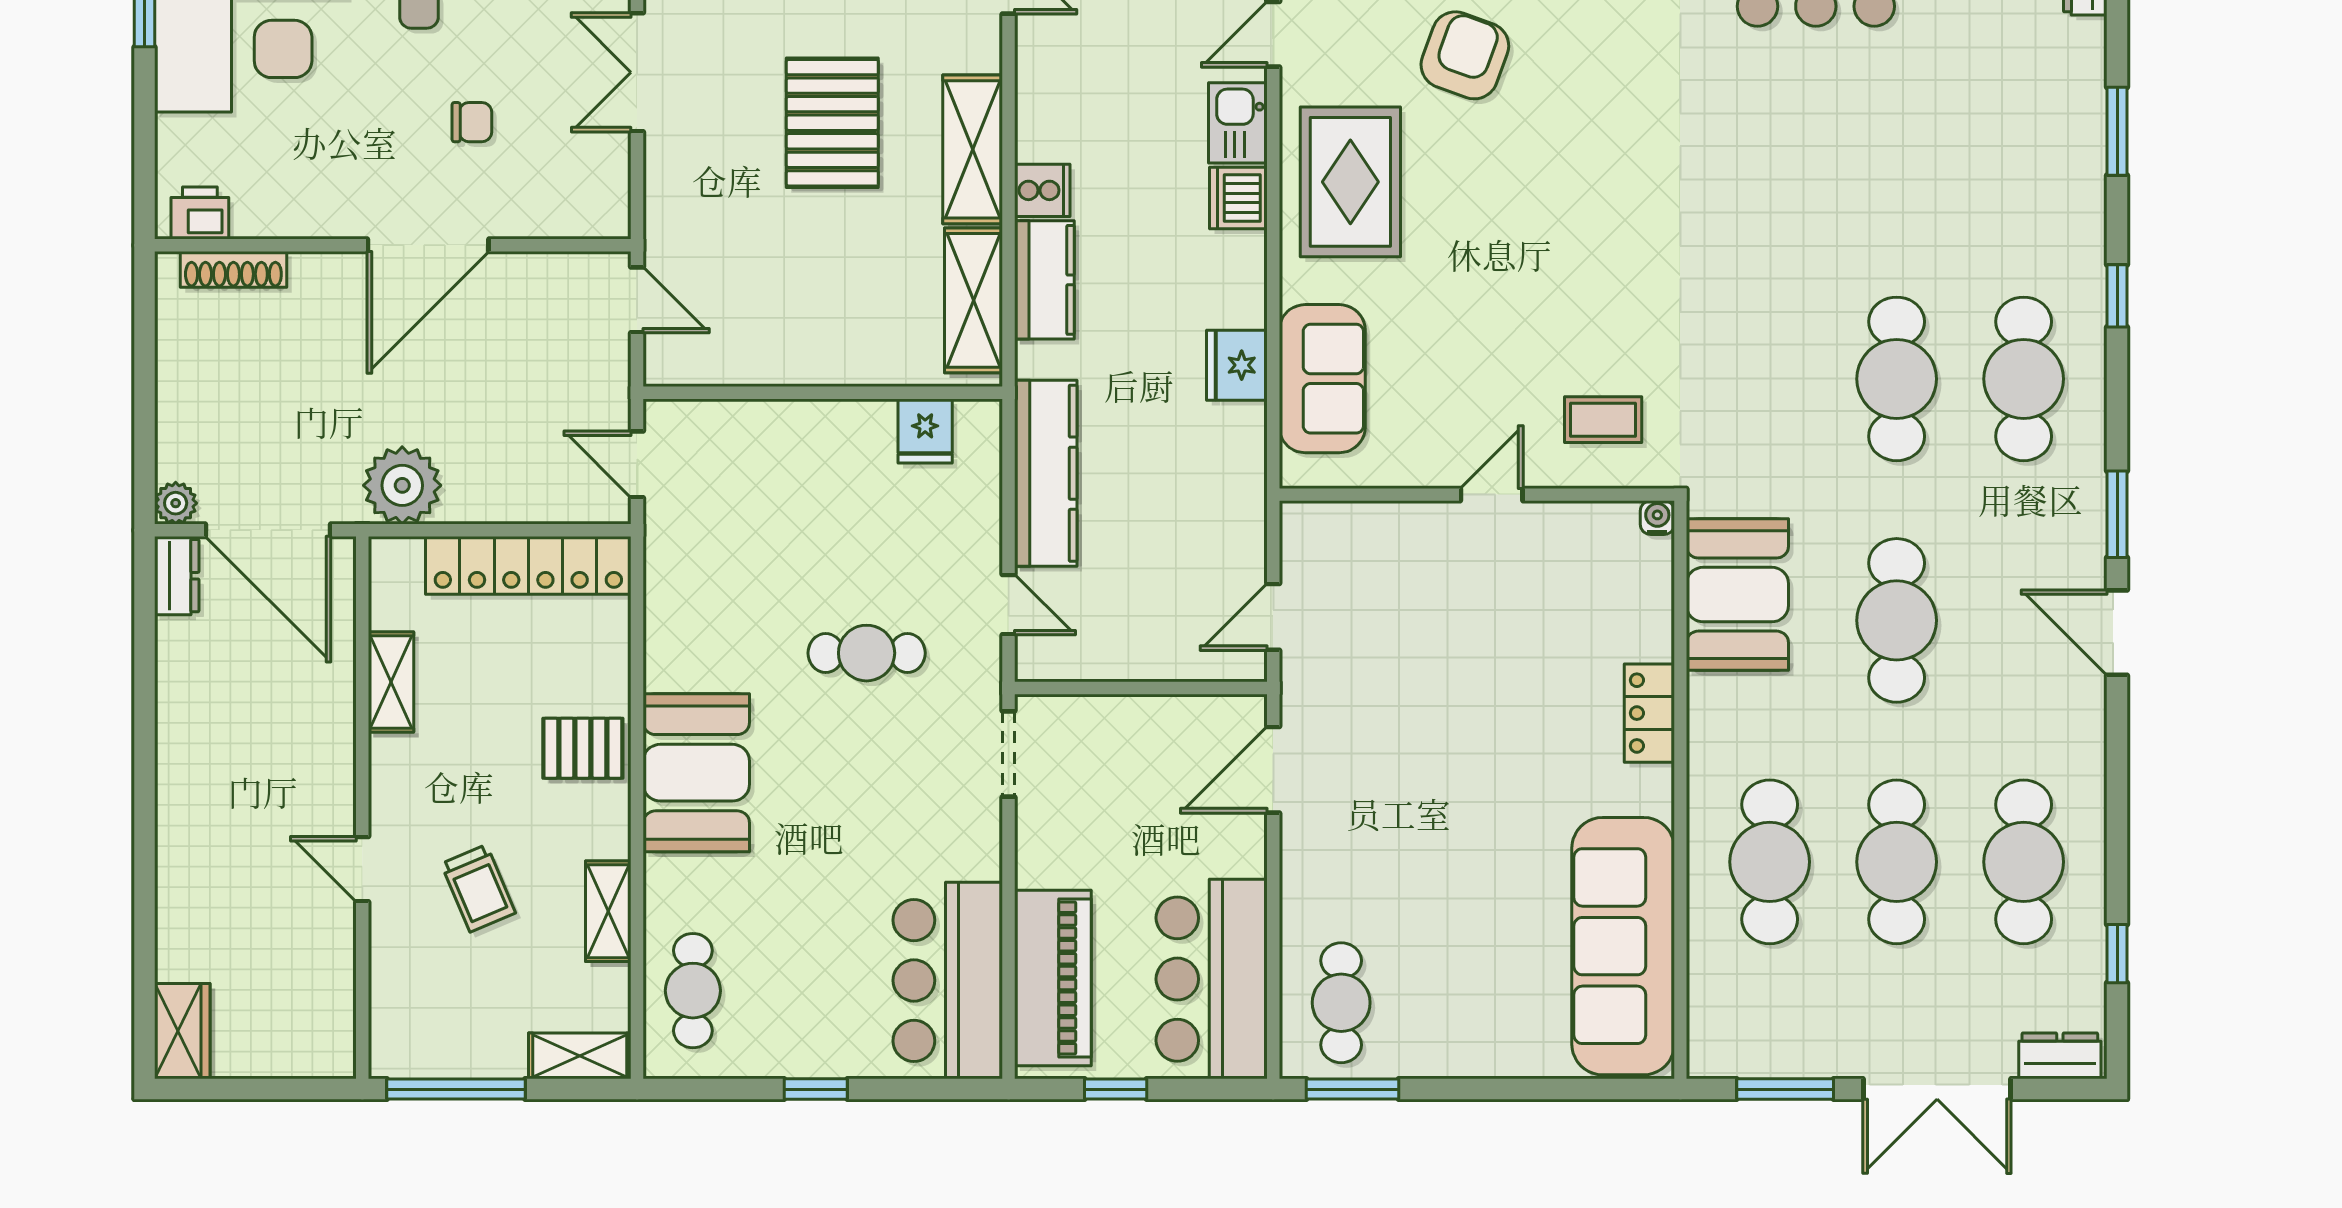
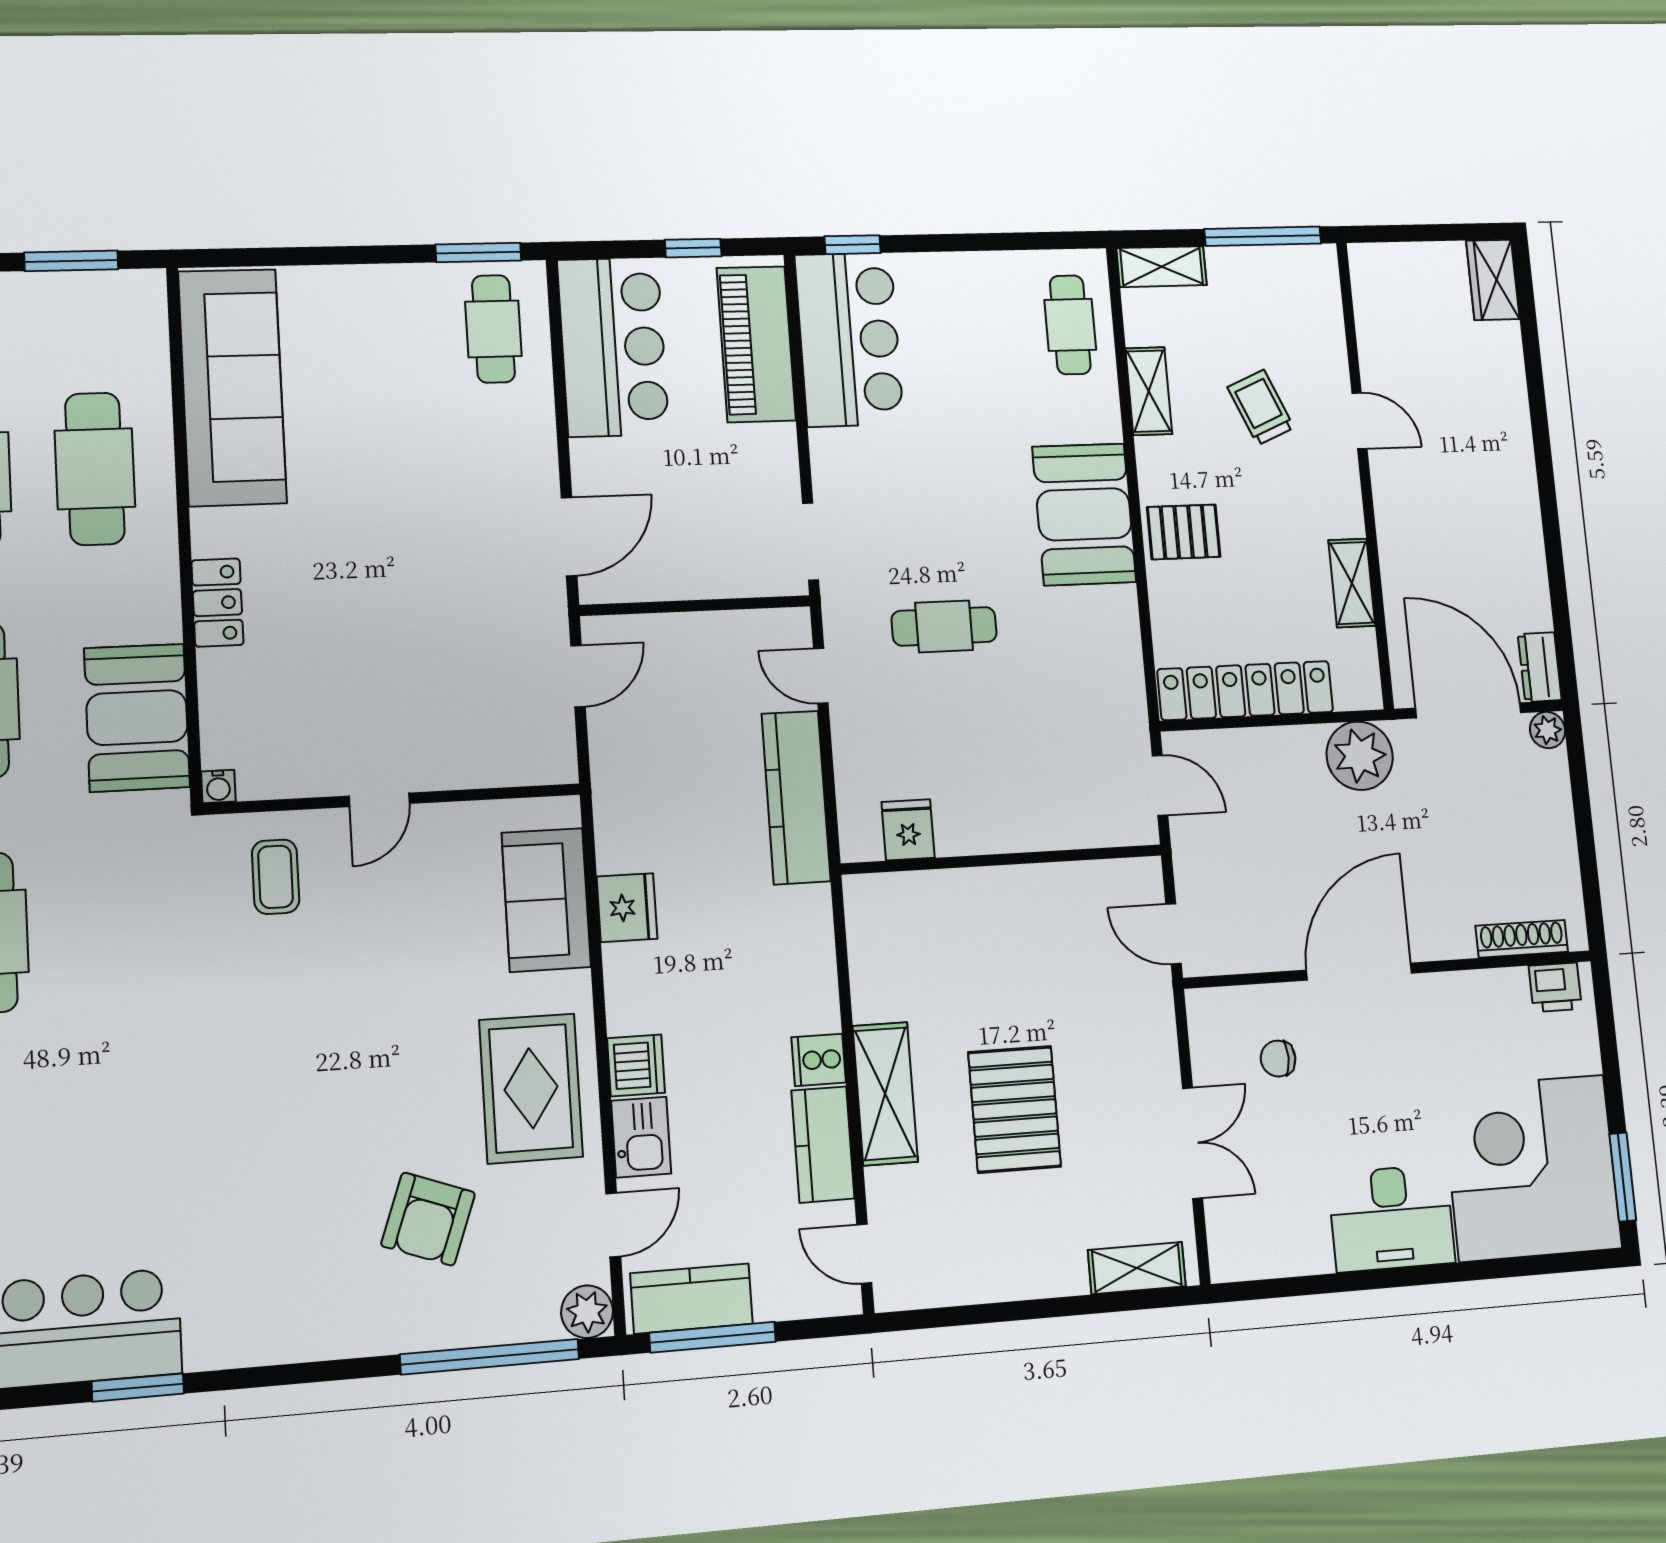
chair: (472, 122) -> (1278, 1059), moved
kitchen counter: (1044, 280) -> (823, 1144), moved
shelving: (974, 300) -> (874, 953), removed
coffee table: (1603, 420) -> (276, 877), turned 90
window: (816, 1089) -> (853, 245), moved

